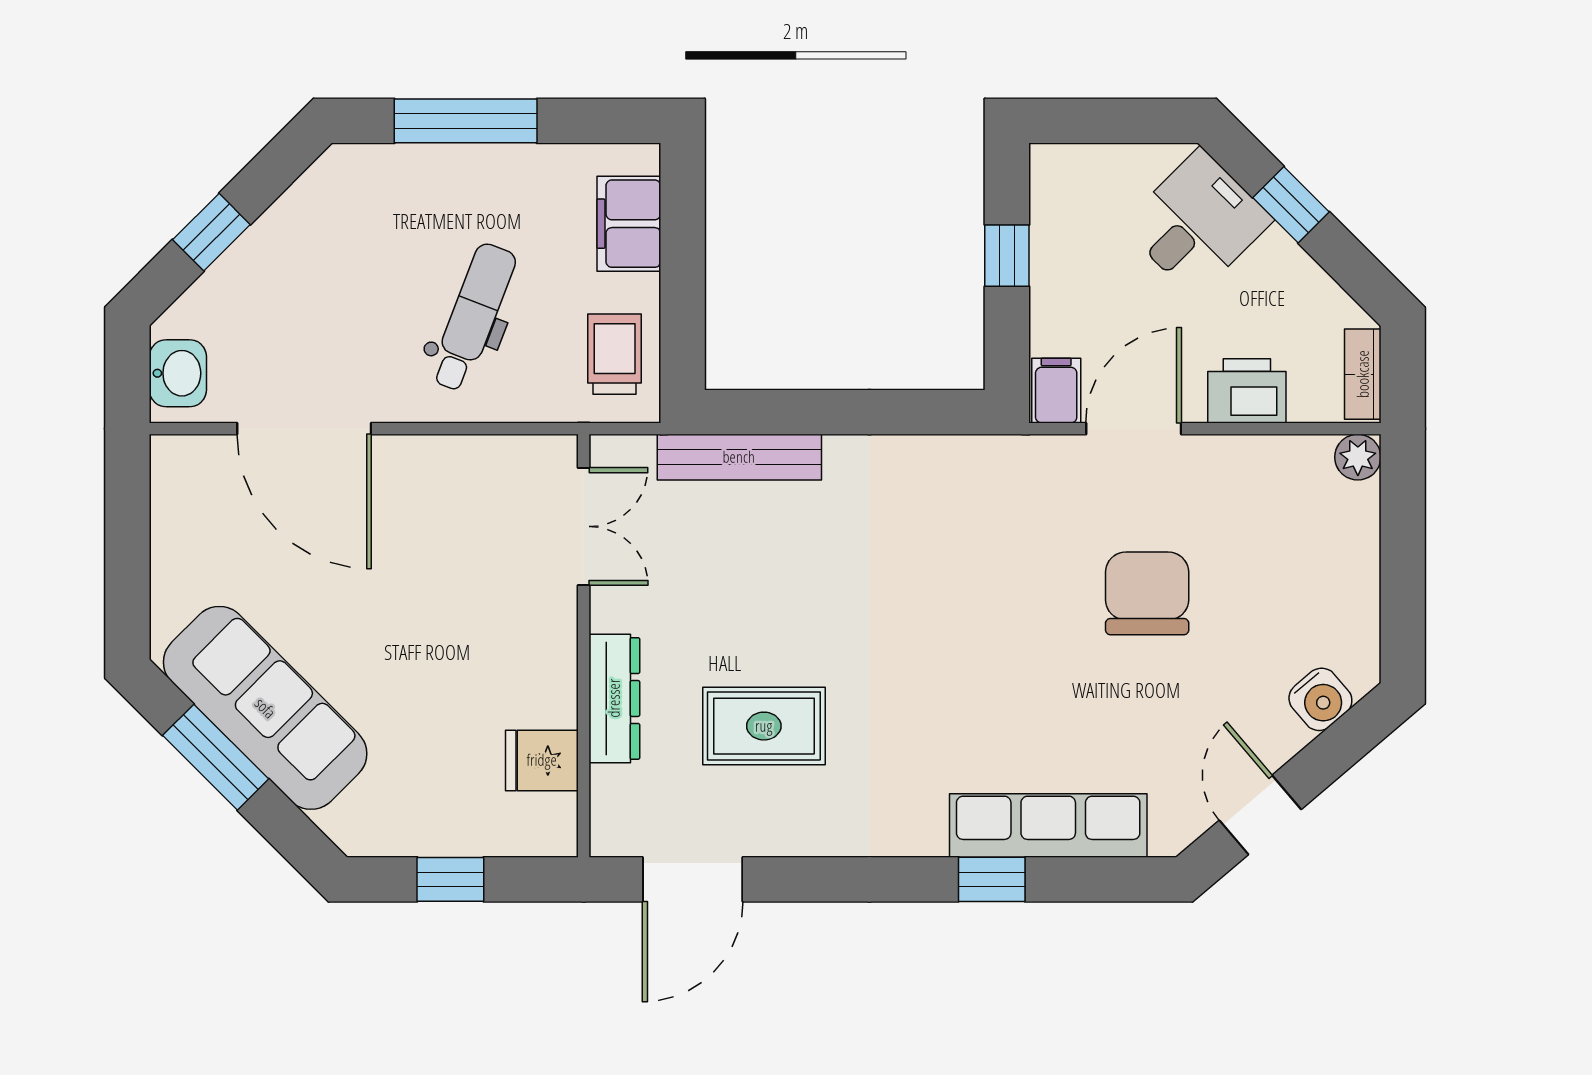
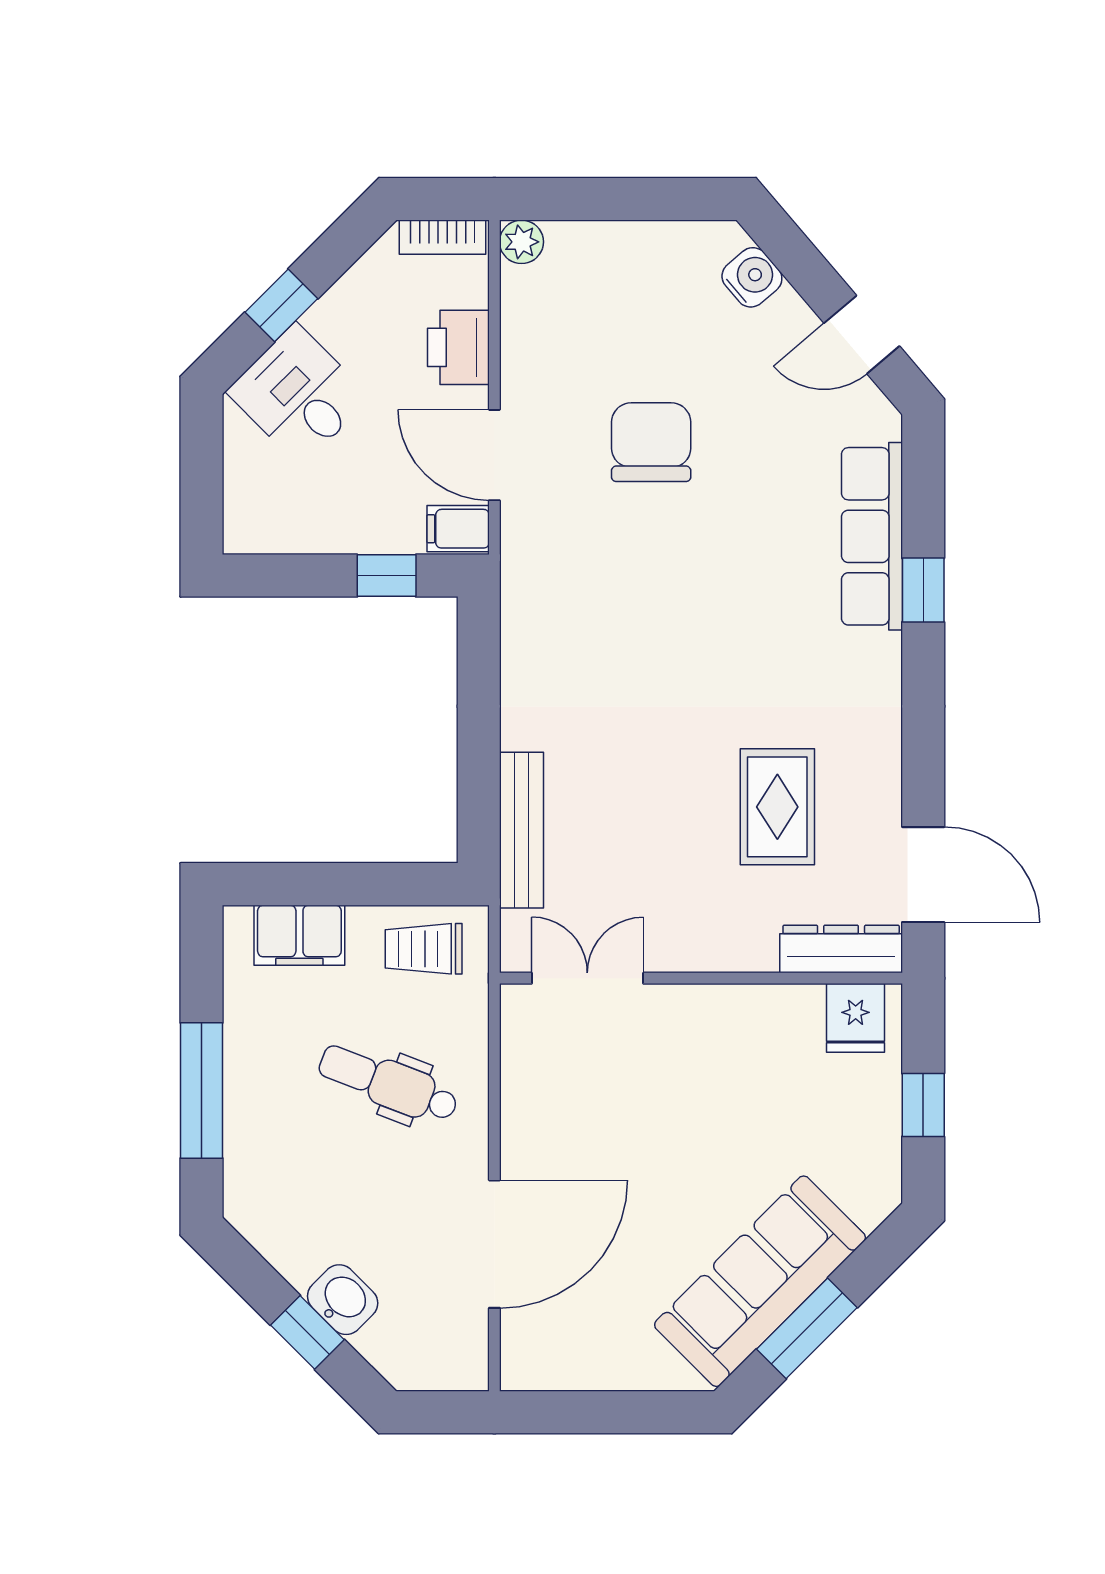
window: (1007, 256) -> (387, 576), moved
washbasin: (178, 373) -> (343, 1300), moved, turned 45
chair: (1147, 593) -> (651, 442), turned 90
dresser: (614, 698) -> (841, 949), moved
fridge: (542, 760) -> (856, 1018), moved

